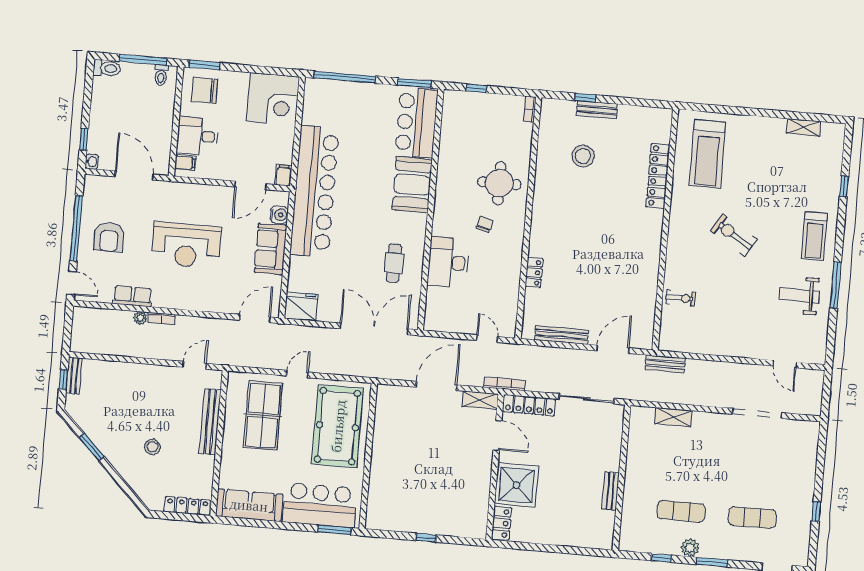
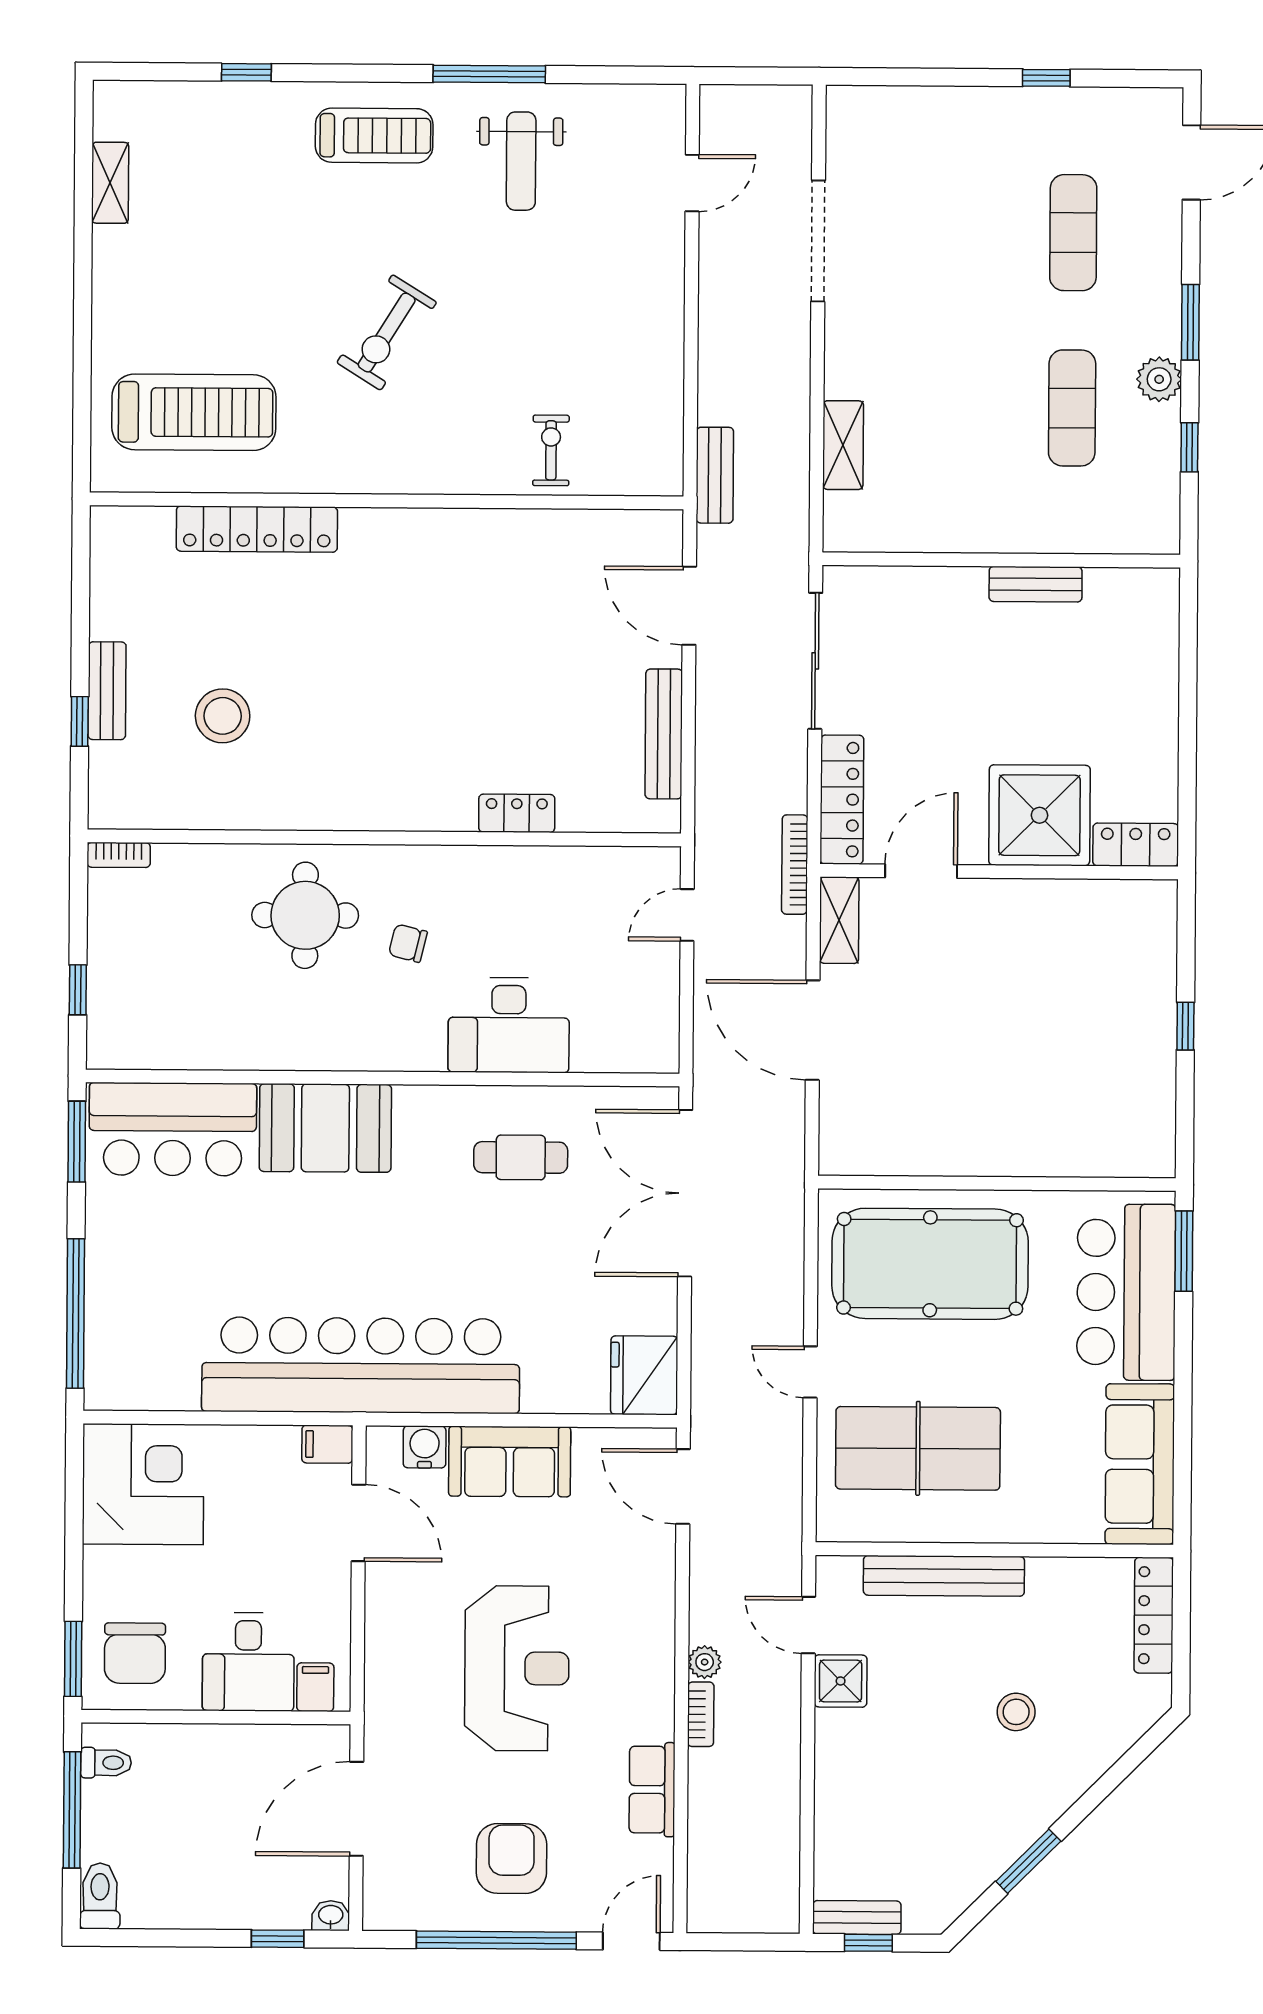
armchair: (109, 237) -> (511, 1859), turned -90
plant: (140, 318) -> (705, 1662), moved
shower: (171, 376) -> (841, 1681), added

